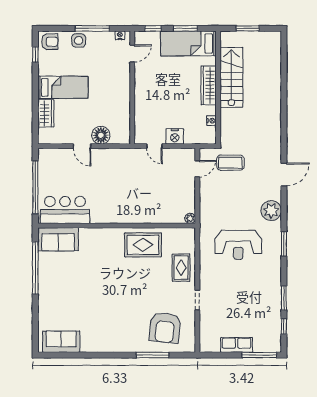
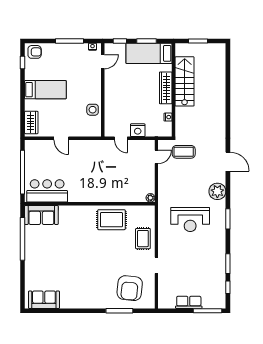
side table: (79, 40) -> (93, 110), moved
wardrobe: (46, 113) -> (31, 122), moved
floor lamp: (101, 135) -> (77, 129), removed
door: (284, 174) -> (228, 162), hinge flipped

